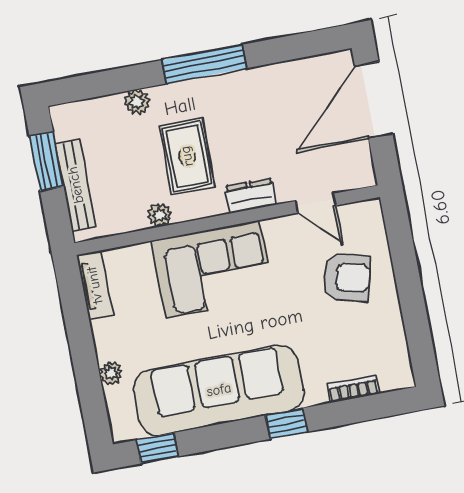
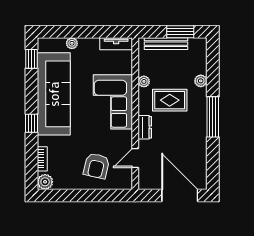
plant: (398, 374) -> (45, 182), added

